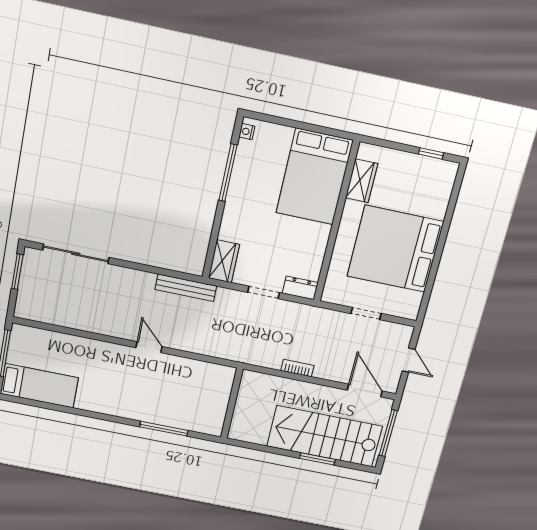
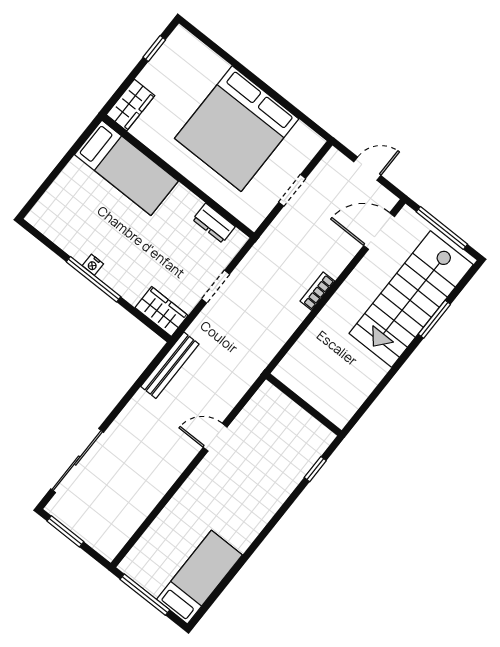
nightstand: (247, 132) -> (93, 265), moved
window: (228, 173) -> (94, 279), moved
bed: (314, 177) -> (126, 168), width x0.67
wardrobe: (362, 181) -> (131, 105), moved, turned 90
dresser: (300, 288) -> (214, 223), moved, turned -90
wall: (232, 403) -> (304, 405), moved
window: (164, 429) -> (315, 469), width x0.46

